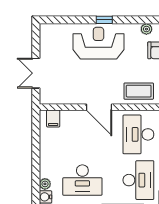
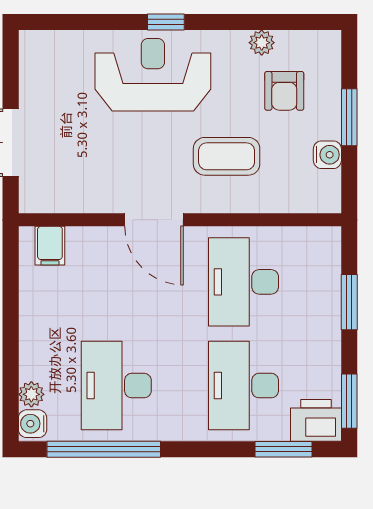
coffee table: (139, 91) -> (227, 156), moved
desk: (82, 180) -> (116, 386), turned 90
desk: (138, 180) -> (244, 386), turned 180

